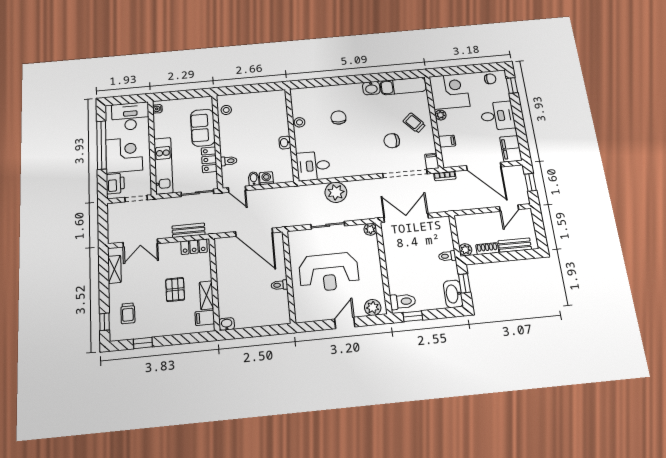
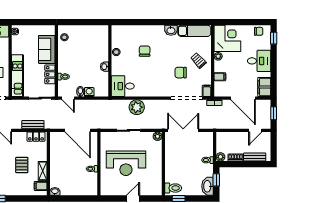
plant: (373, 307) -> (153, 190), removed

